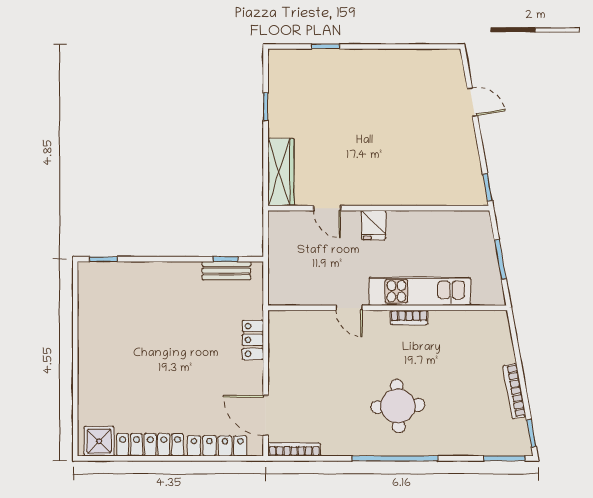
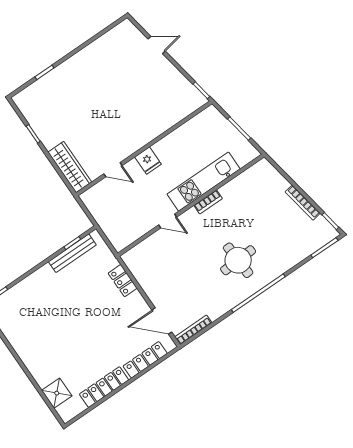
bench: (226, 271) -> (72, 253), width x1.36
shower: (99, 441) -> (57, 393), moved

